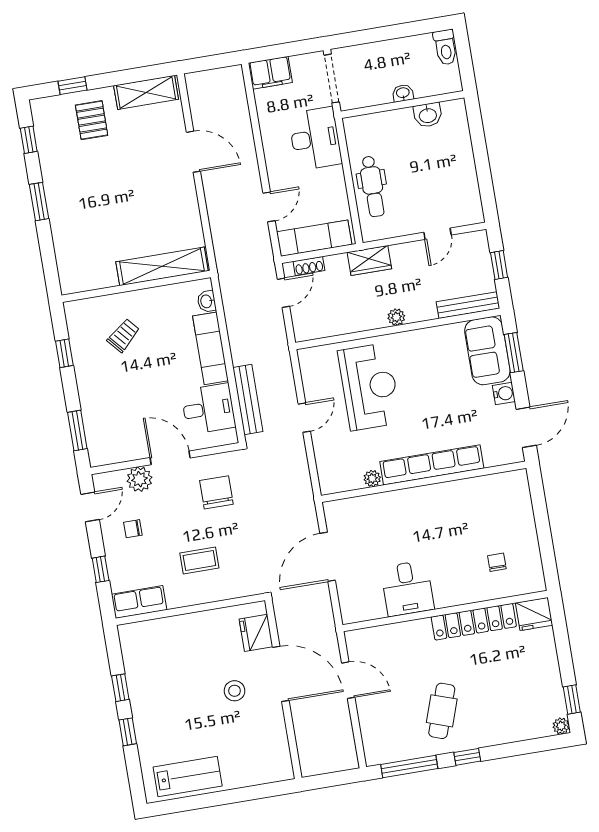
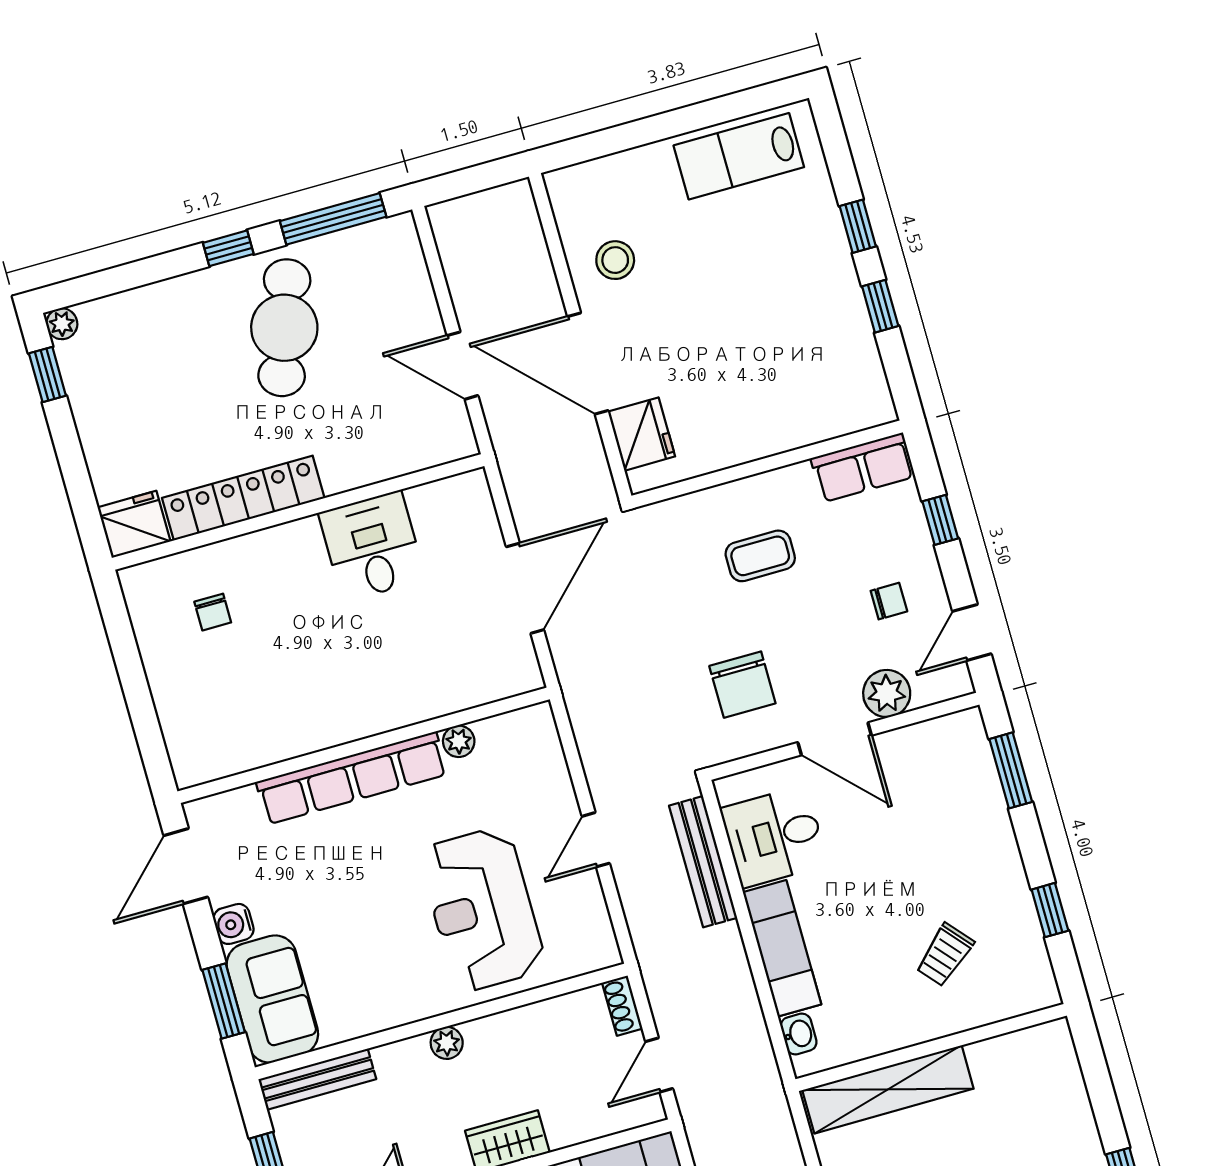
shoe rack: (309, 266) -> (622, 1006), moved, turned -90
stool: (235, 691) -> (615, 260), moved
cafe table: (442, 711) -> (284, 328), width x1.37, depth x1.35

